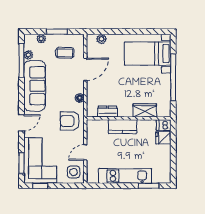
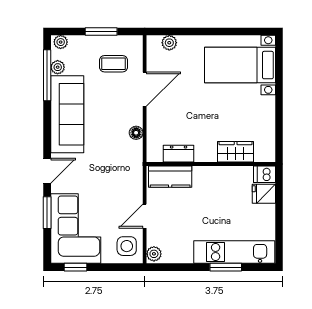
plant: (41, 39) -> (61, 42), moved
window: (173, 77) -> (279, 101), removed
armchair: (70, 121) -> (121, 168), removed
kitchen counter: (122, 127) -> (170, 177), moved
window: (21, 163) -> (47, 213), moved
kitchen unit: (125, 176) -> (234, 252), moved
plant: (91, 177) -> (154, 254), added
window: (149, 186) -> (226, 267), moved

